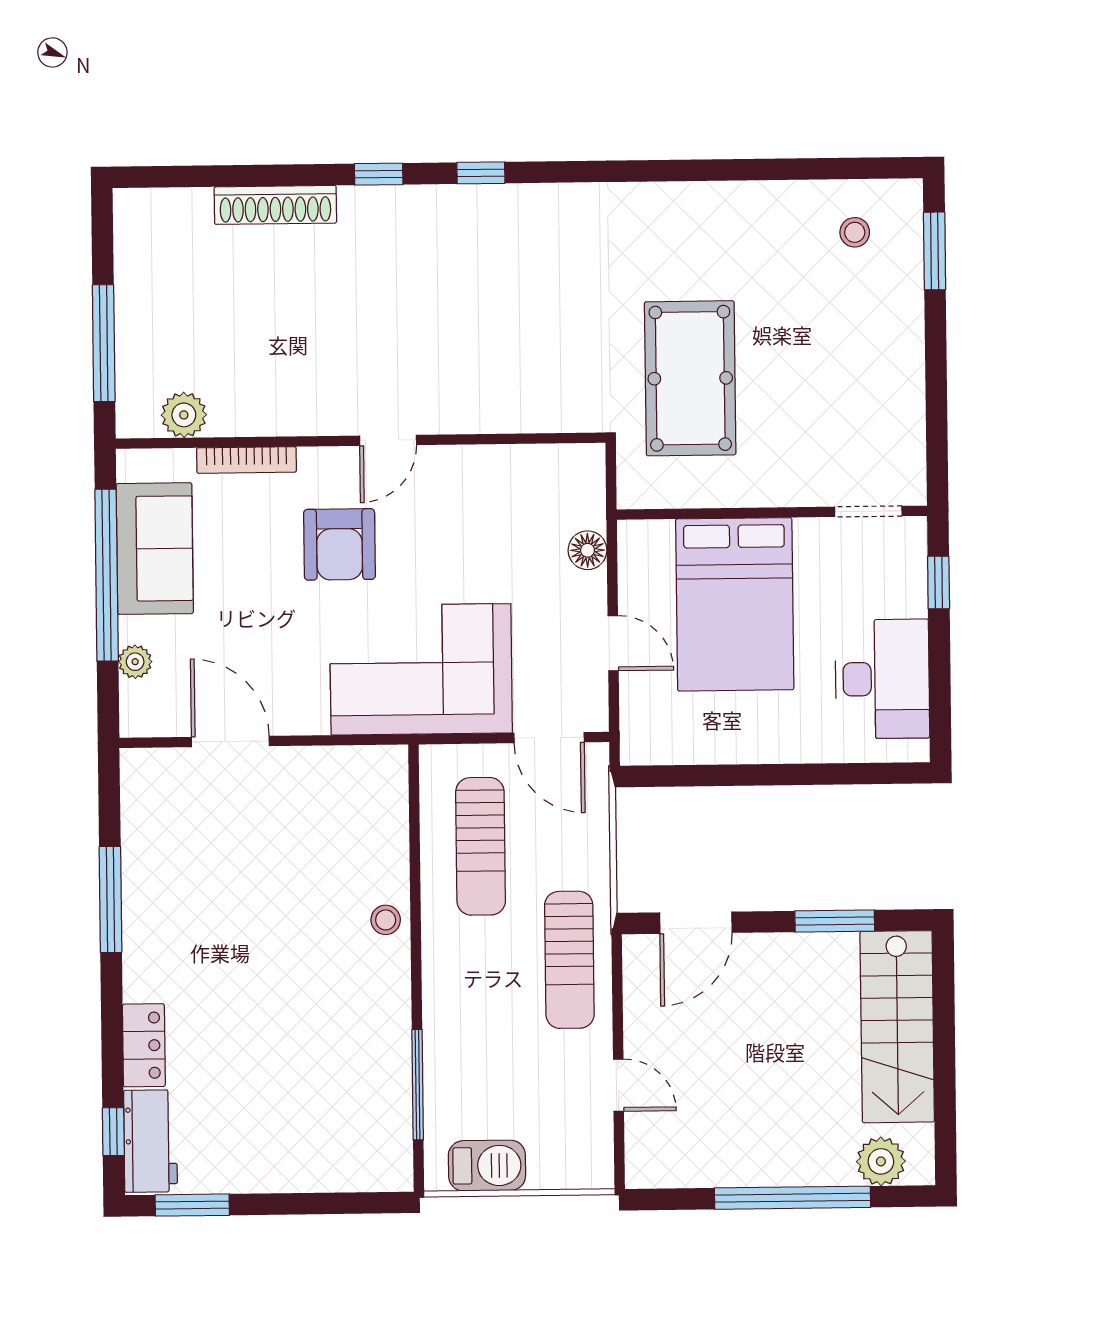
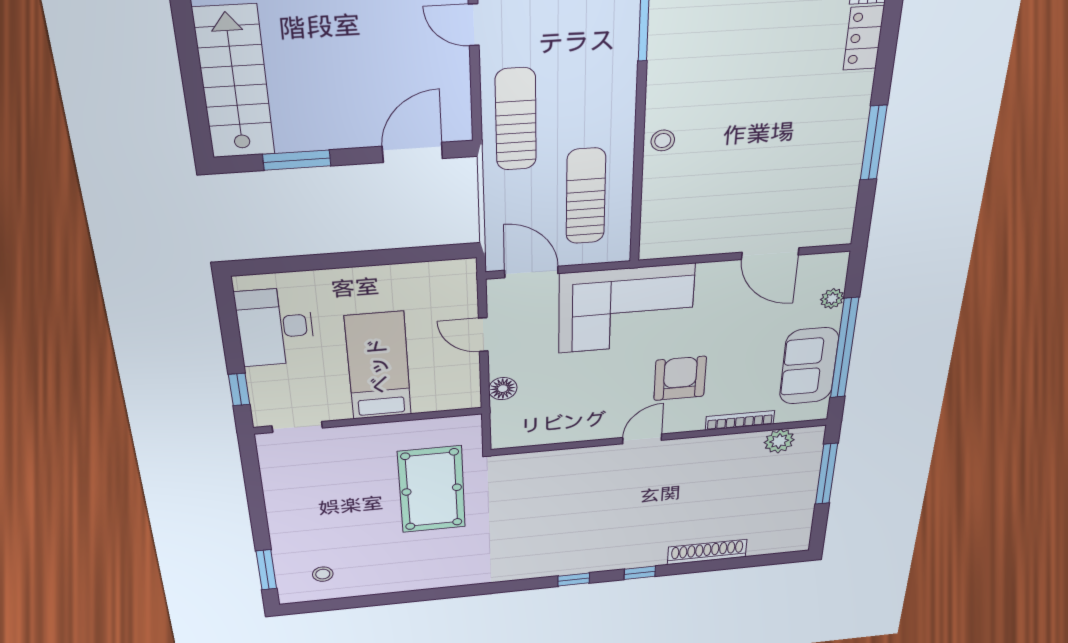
bed: (735, 604) -> (378, 366), width x0.67

